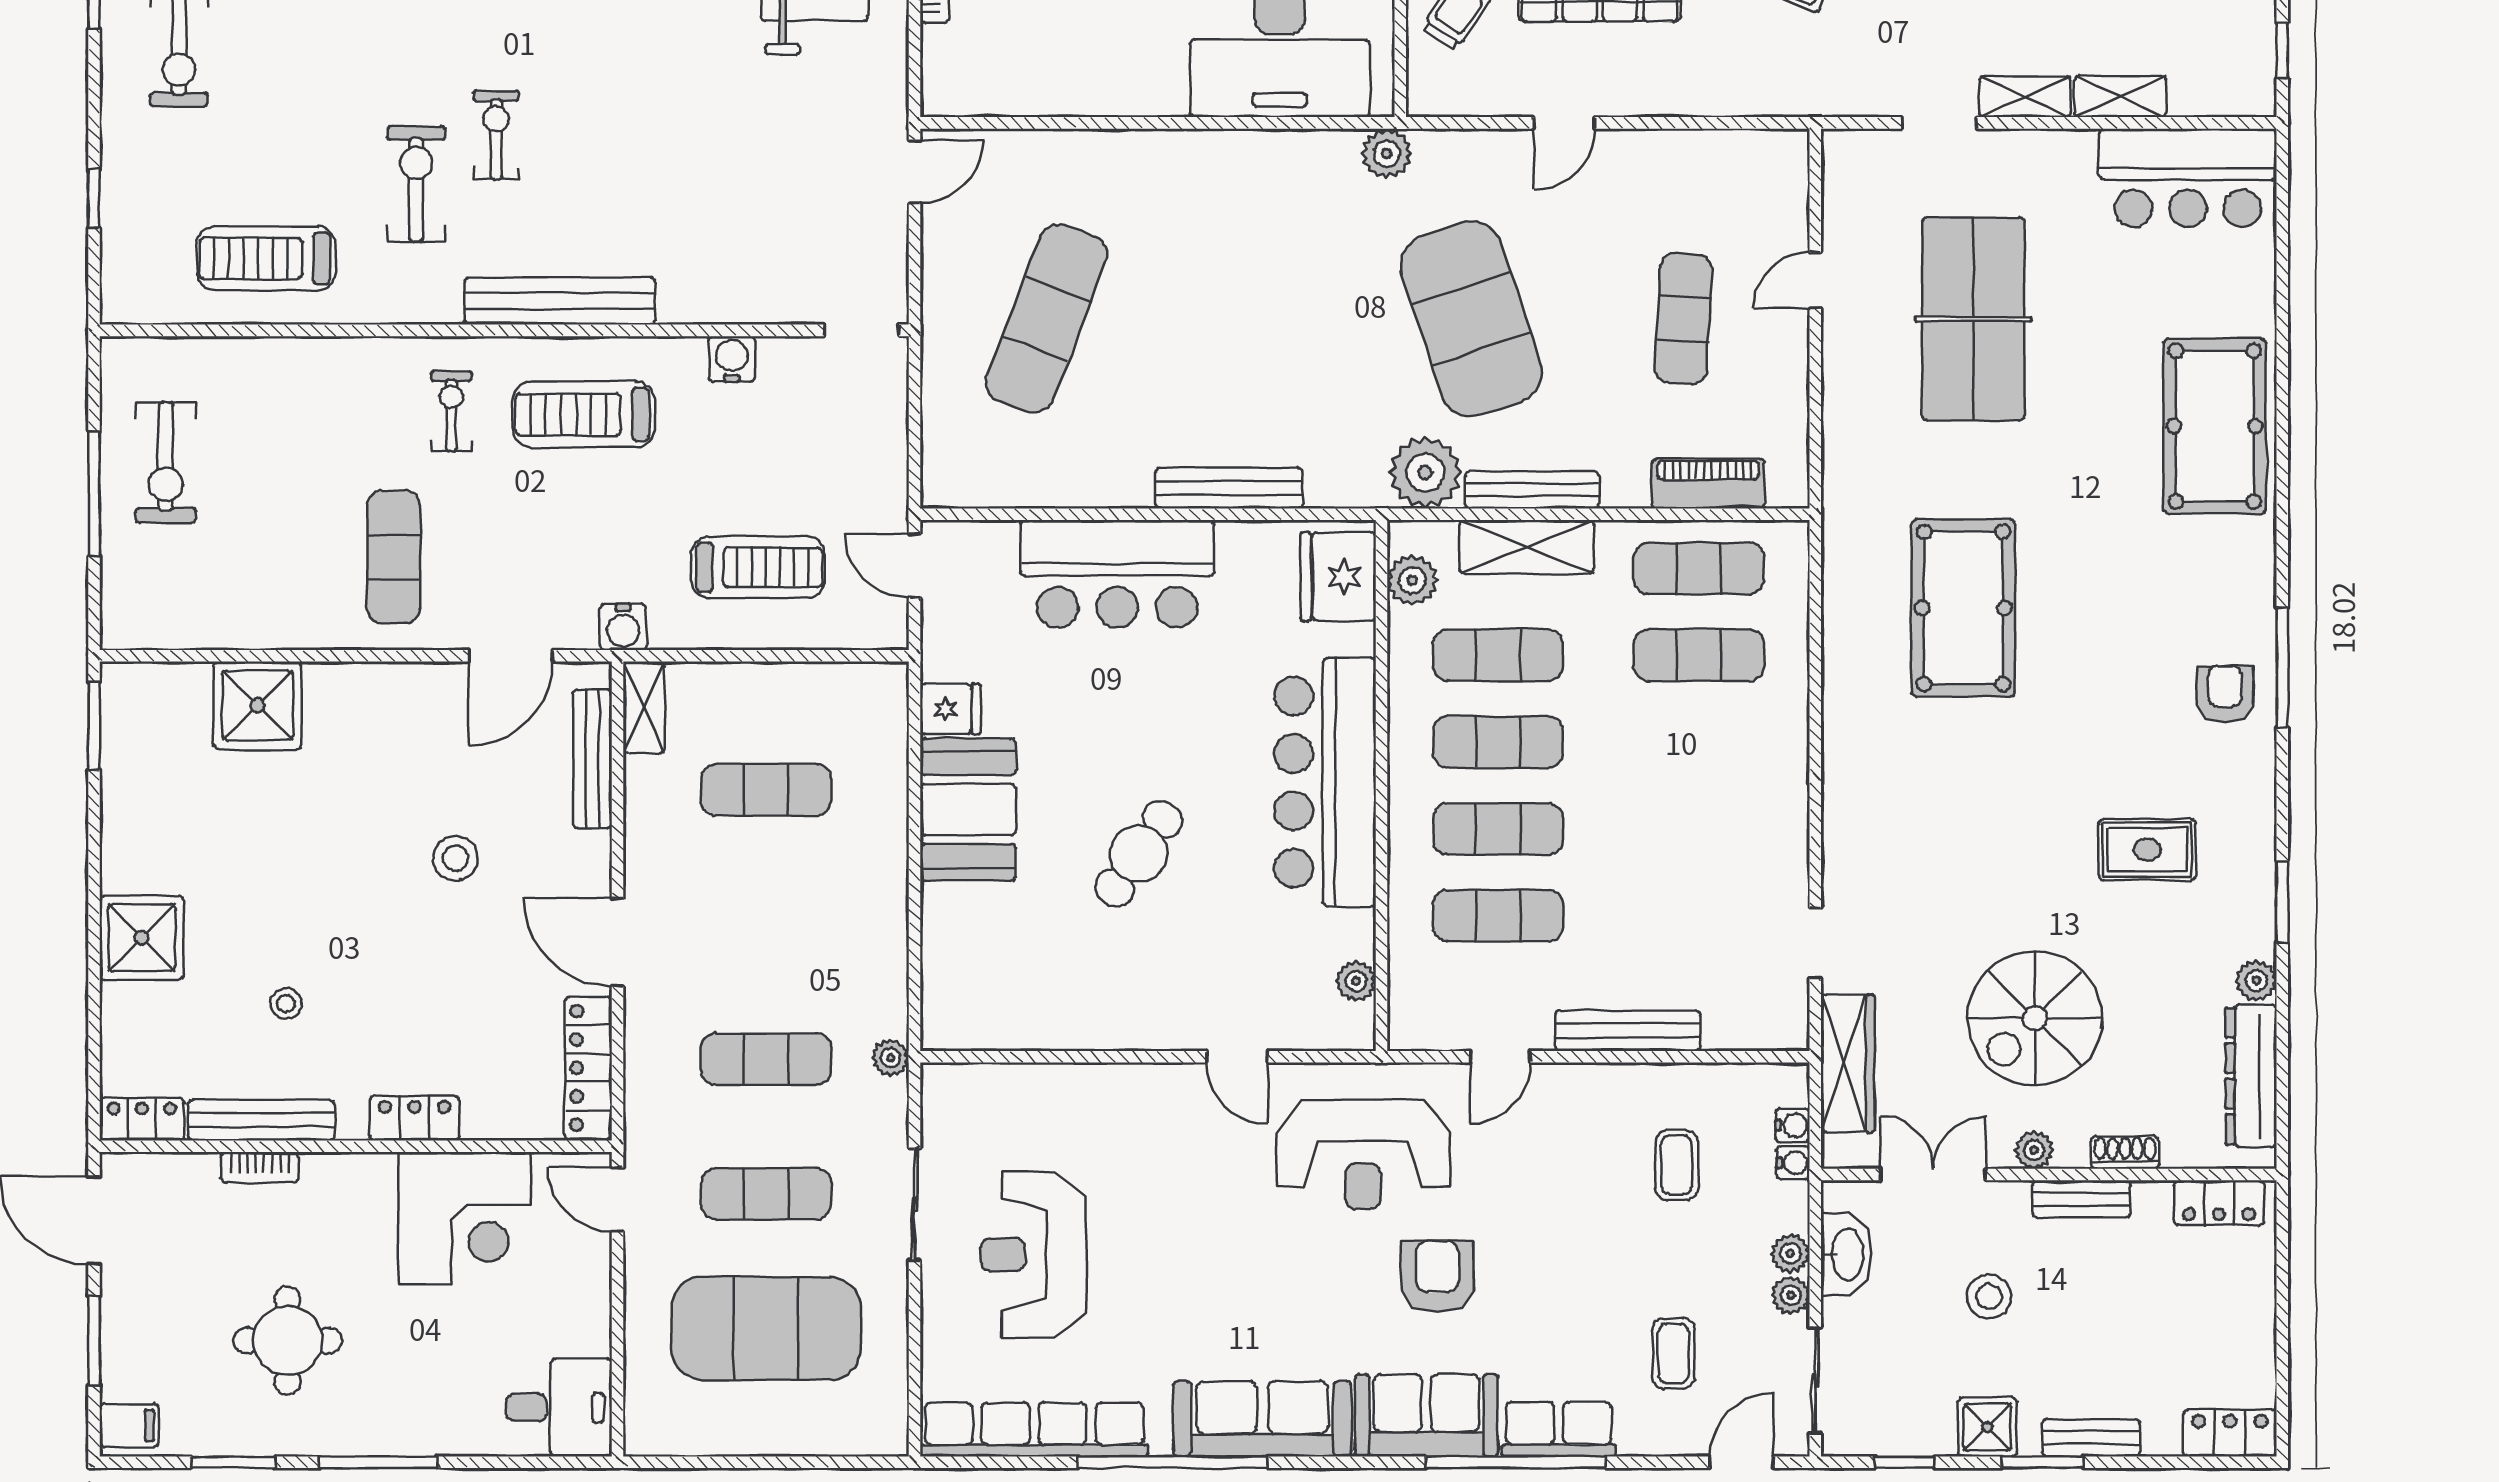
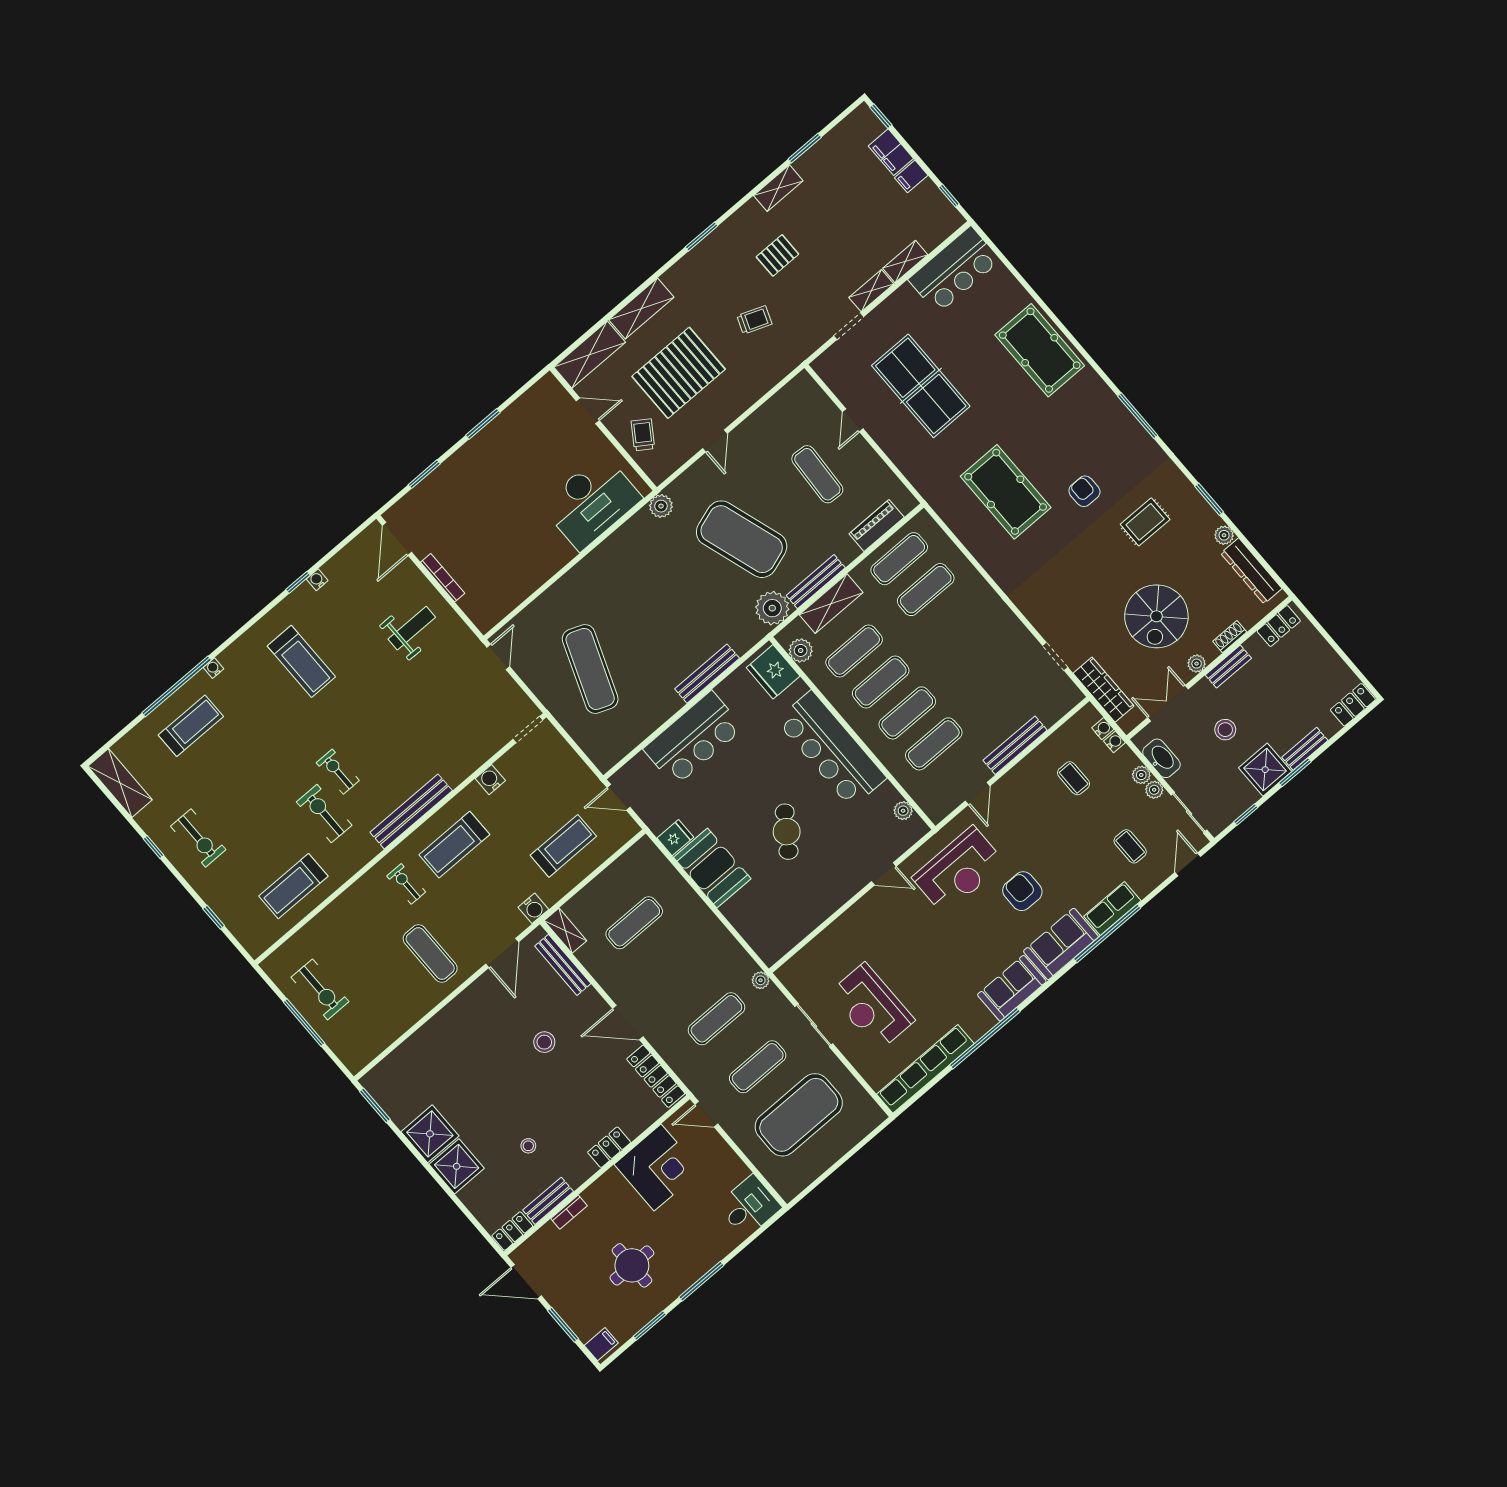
armchair: (2225, 694) -> (1084, 491), moved
shower: (258, 705) -> (430, 1134), moved
bench: (261, 1120) -> (548, 1201), width x0.73
sofa: (1262, 1419) -> (1012, 988), width x0.73
shower: (1987, 1427) -> (1265, 770), width x1.36, depth x1.36

